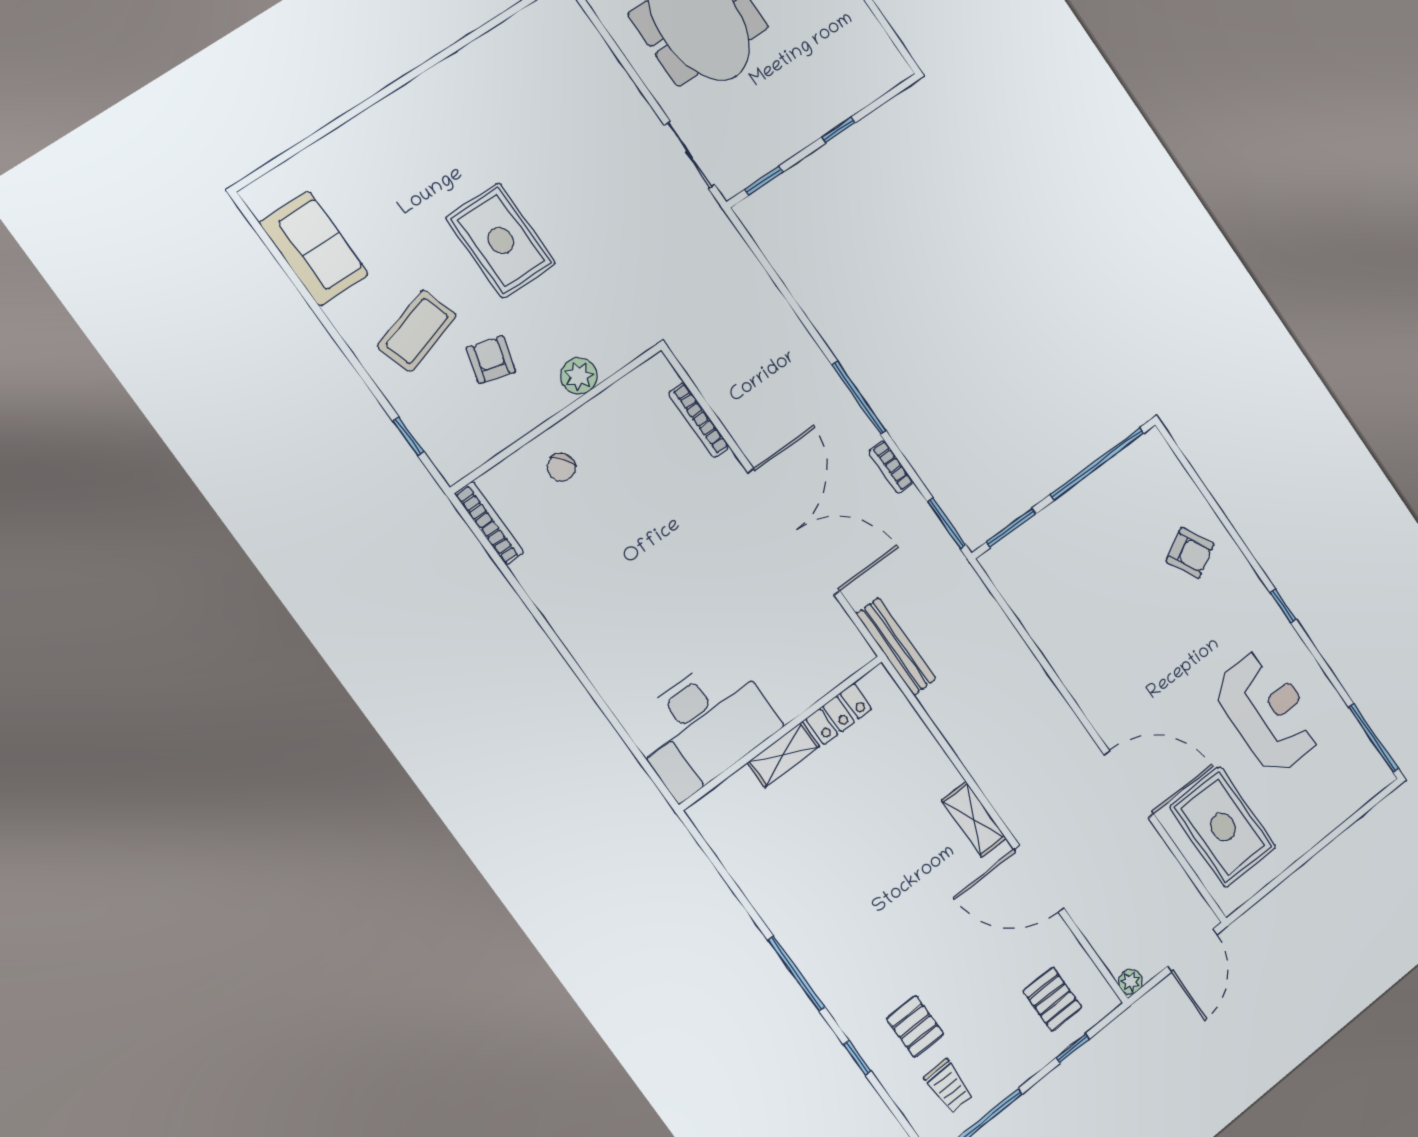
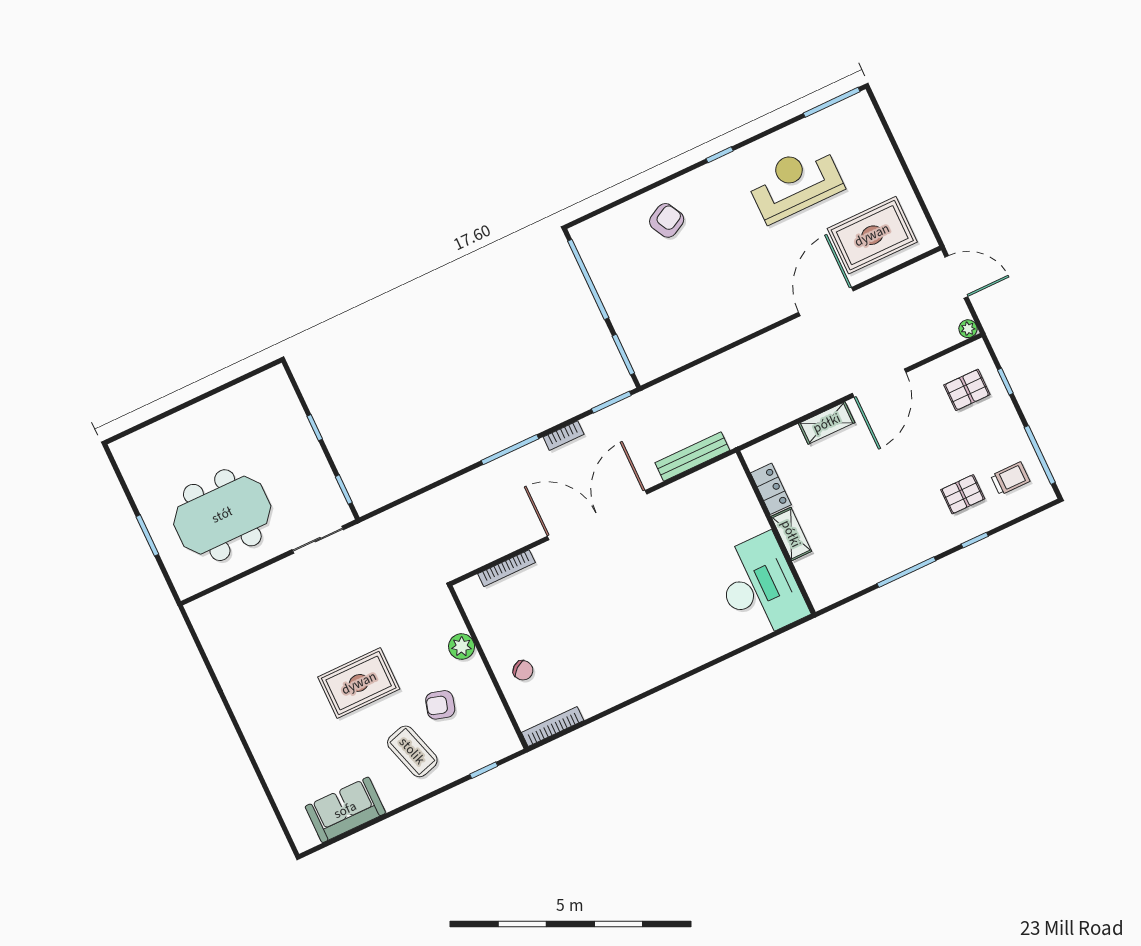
locker: (839, 714) -> (771, 489), moved
desk: (704, 725) -> (760, 586), moved
wall: (782, 733) -> (776, 532), moved
shelving: (783, 754) -> (791, 534), moved

